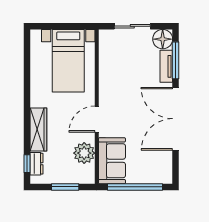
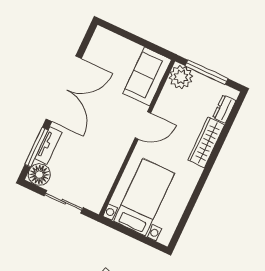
plant: (84, 153) -> (181, 77), moved
window: (27, 164) -> (234, 113), removed
window: (65, 187) -> (206, 72), width x1.44
window: (135, 187) -> (136, 39), removed

